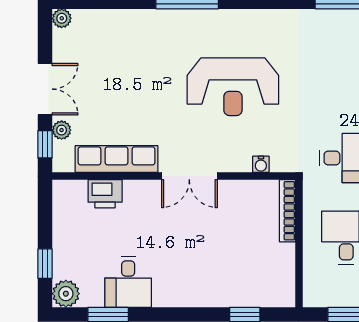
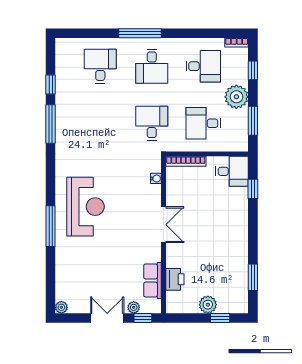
reception desk: (233, 87) -> (86, 207), moved
row of seats: (117, 159) -> (152, 280), width x0.68
desk: (128, 282) -> (232, 171), moved
plant: (66, 294) -> (208, 305), moved

